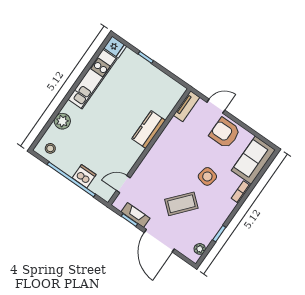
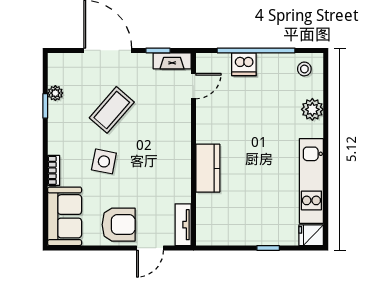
fireplace: (136, 215) -> (172, 61), moved
plant: (200, 249) -> (55, 93), moved

